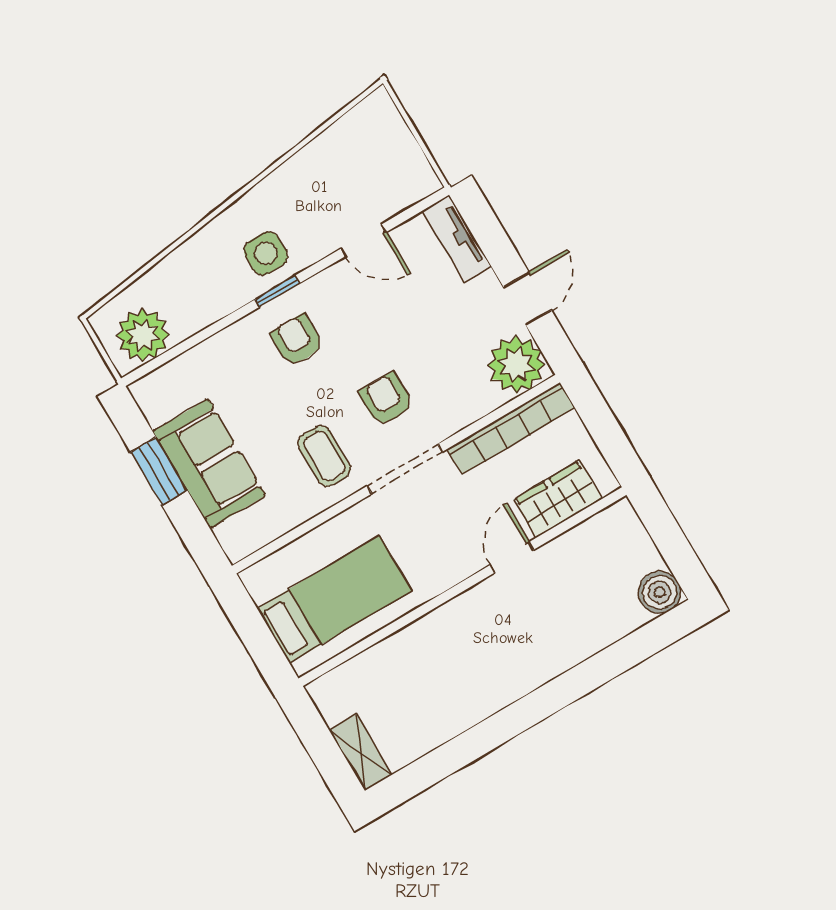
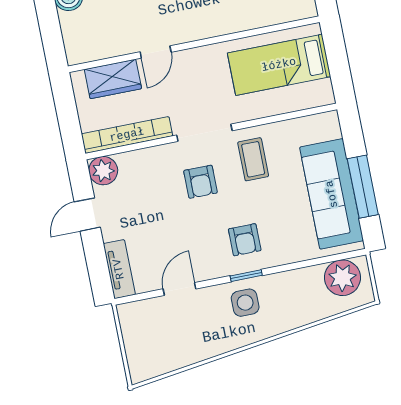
door: (363, 240) -> (179, 289), hinge flipped
plant: (516, 365) -> (103, 171), width x0.73, depth x0.73
sofa: (209, 463) -> (332, 194), width x1.36
window: (159, 471) -> (363, 187), width x1.44

